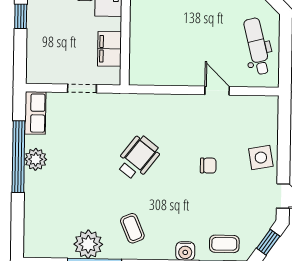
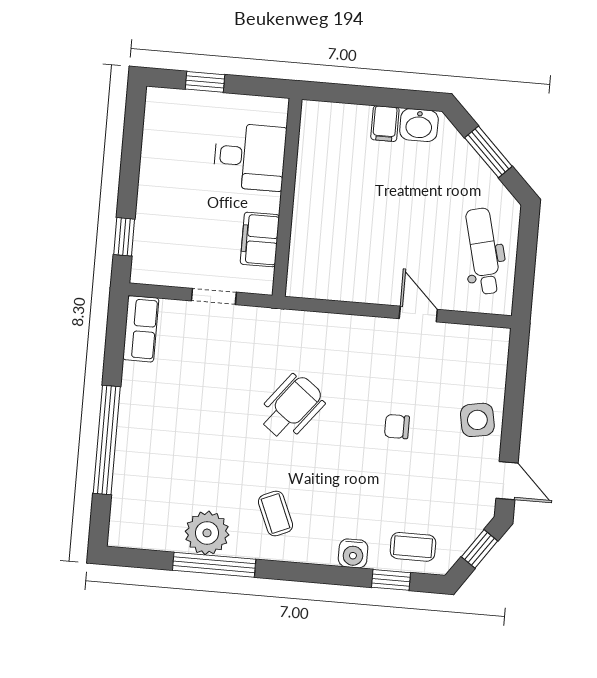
window: (21, 16) -> (124, 237), moved
window: (18, 157) -> (107, 440), moved
plant: (36, 159) -> (136, 399), removed
chair: (208, 166) -> (397, 427), turned 180

